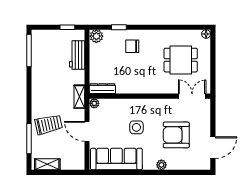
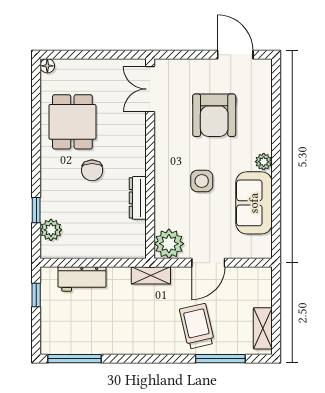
plant: (96, 36) -> (51, 230), moved
chair: (132, 46) -> (92, 170), moved
dining table: (181, 60) -> (72, 122), moved
dresser: (102, 89) -> (138, 198), moved
plant: (94, 103) -> (169, 244), width x1.87, depth x1.87
sofa: (116, 159) -> (254, 203), width x0.73
plant: (161, 165) -> (264, 162), moved

